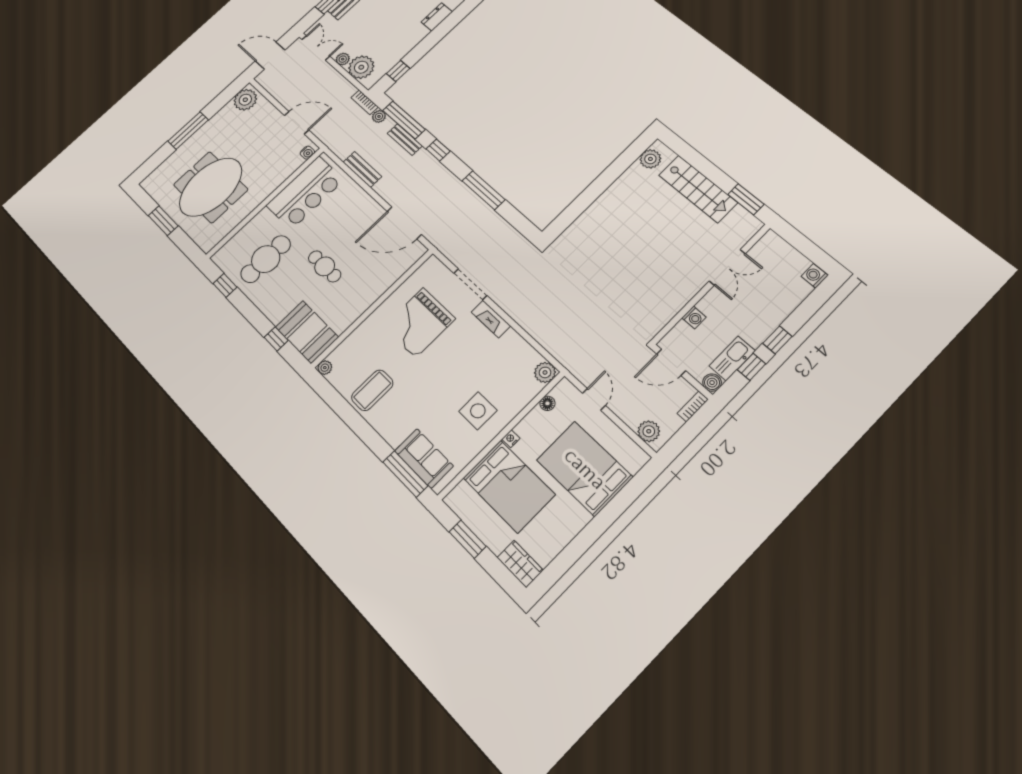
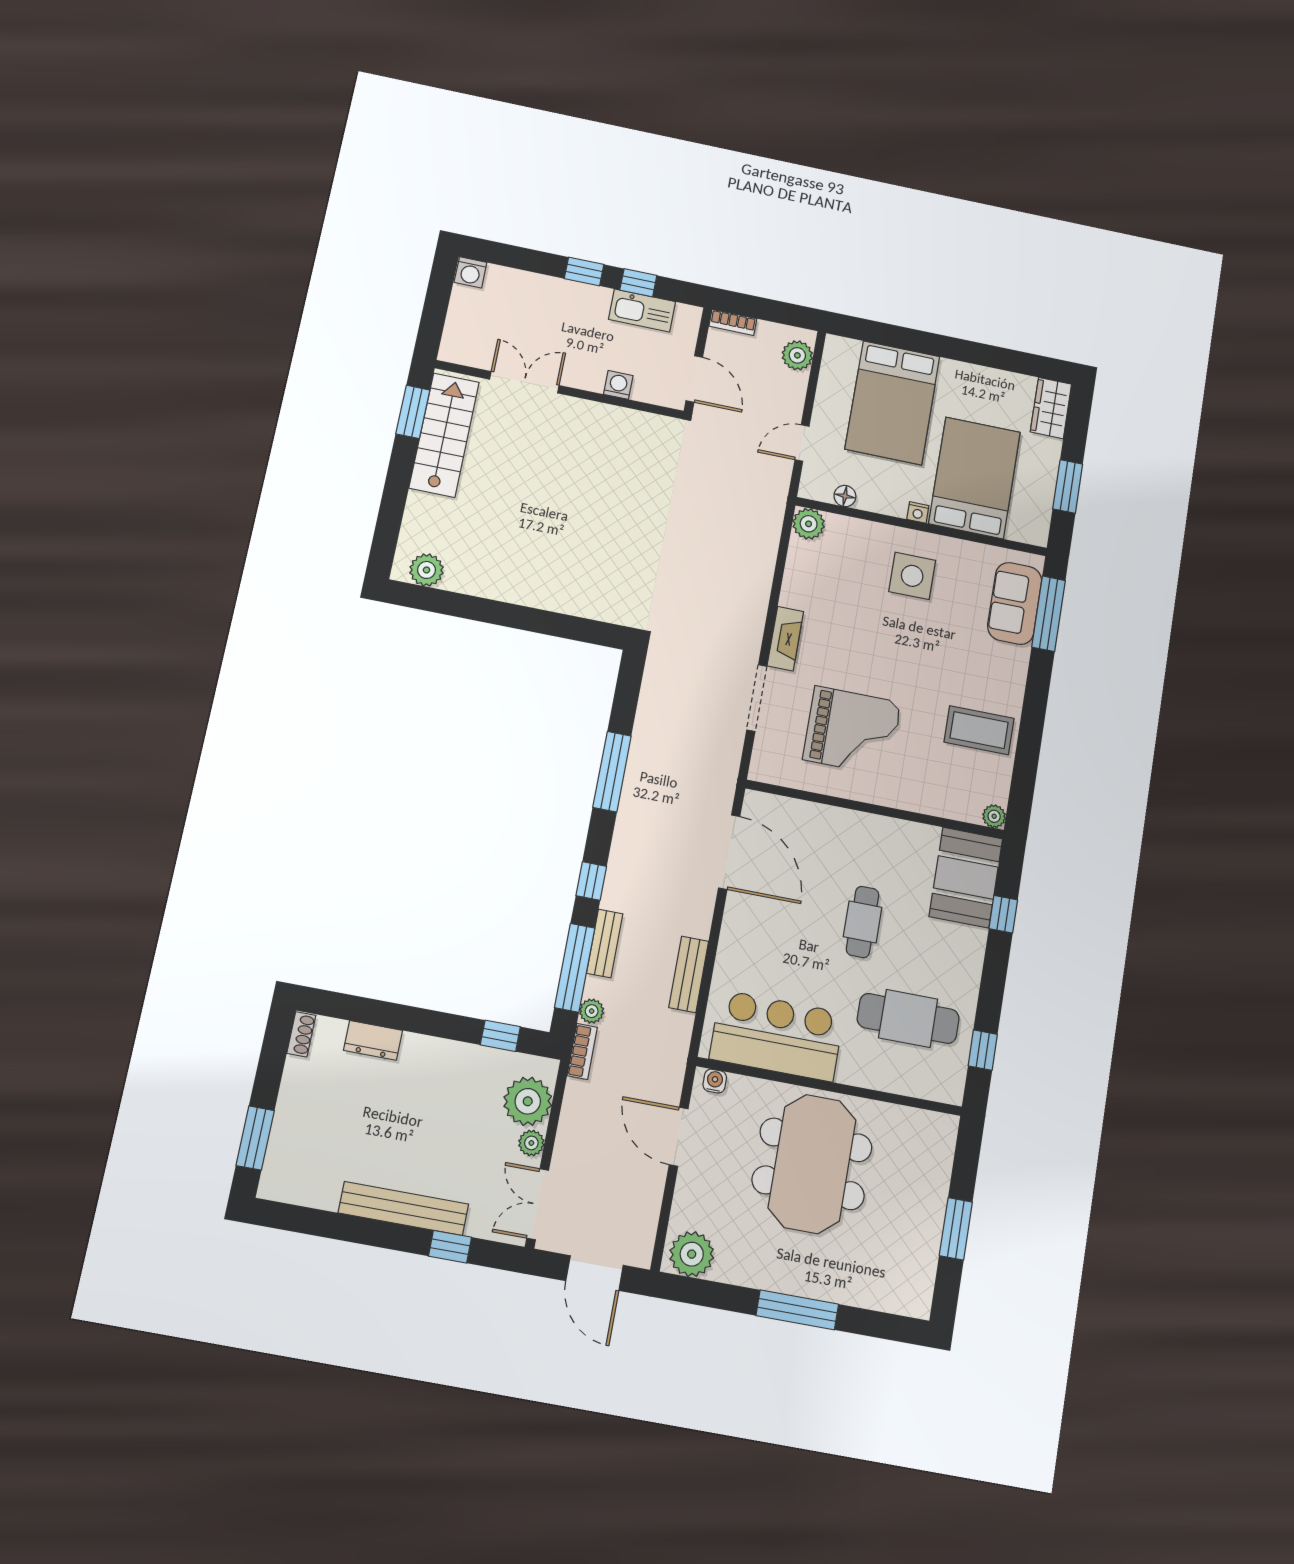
meeting table: (211, 187) -> (812, 1164), moved, turned 90
stairs: (698, 189) -> (444, 435), moved
boiler: (712, 383) -> (688, 317), removed

